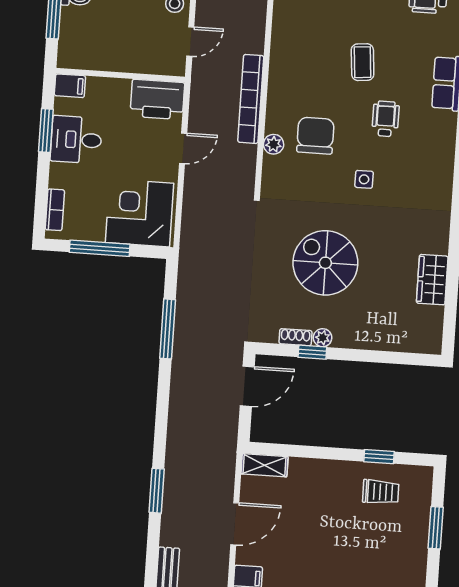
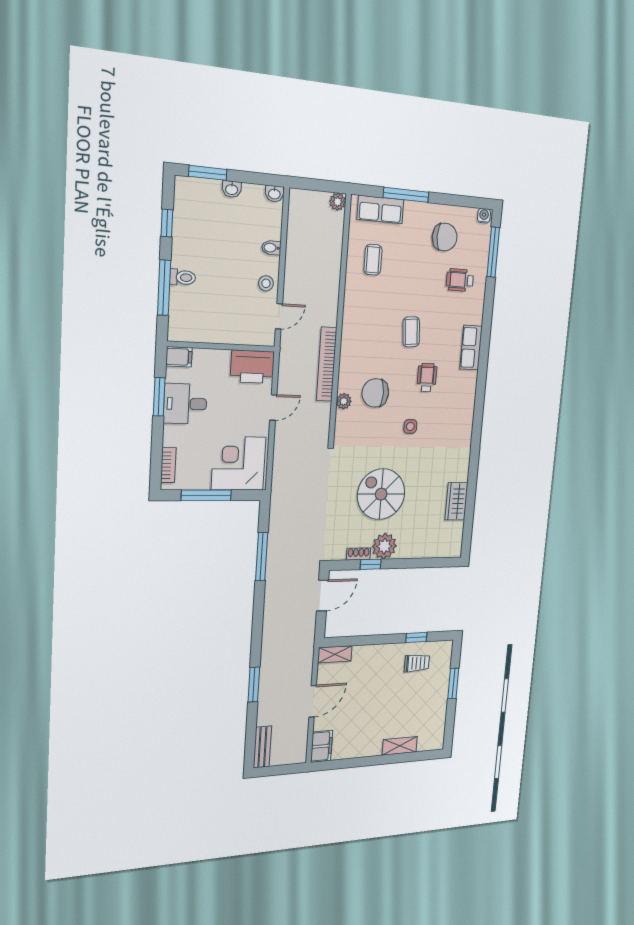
chair: (315, 136) -> (375, 393), turned -90
plant: (323, 338) -> (384, 546), width x1.87, depth x1.87

